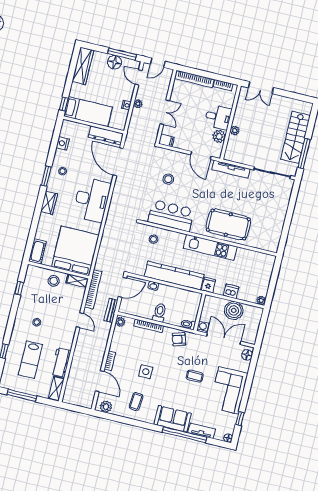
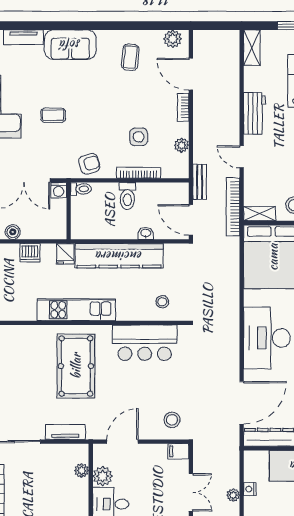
double door: (165, 112) -> (191, 492), swing flipped
plant: (235, 131) -> (82, 471), moved
door: (201, 155) -> (123, 442), hinge flipped
door: (118, 162) -> (242, 403), hinge flipped
tv unit: (231, 169) -> (65, 432), width x0.71
stool: (168, 179) -> (172, 420), moved
pool table: (228, 224) -> (76, 366), moved, turned 90
door: (122, 287) -> (191, 220), hinge flipped
boiler: (234, 310) -> (13, 232), width x0.54, depth x0.54
plant: (120, 322) -> (182, 145), moved
workbench: (61, 362) -> (255, 113), moved
side table: (146, 372) -> (139, 137), moved
window: (184, 435) -> (47, 26), removed

